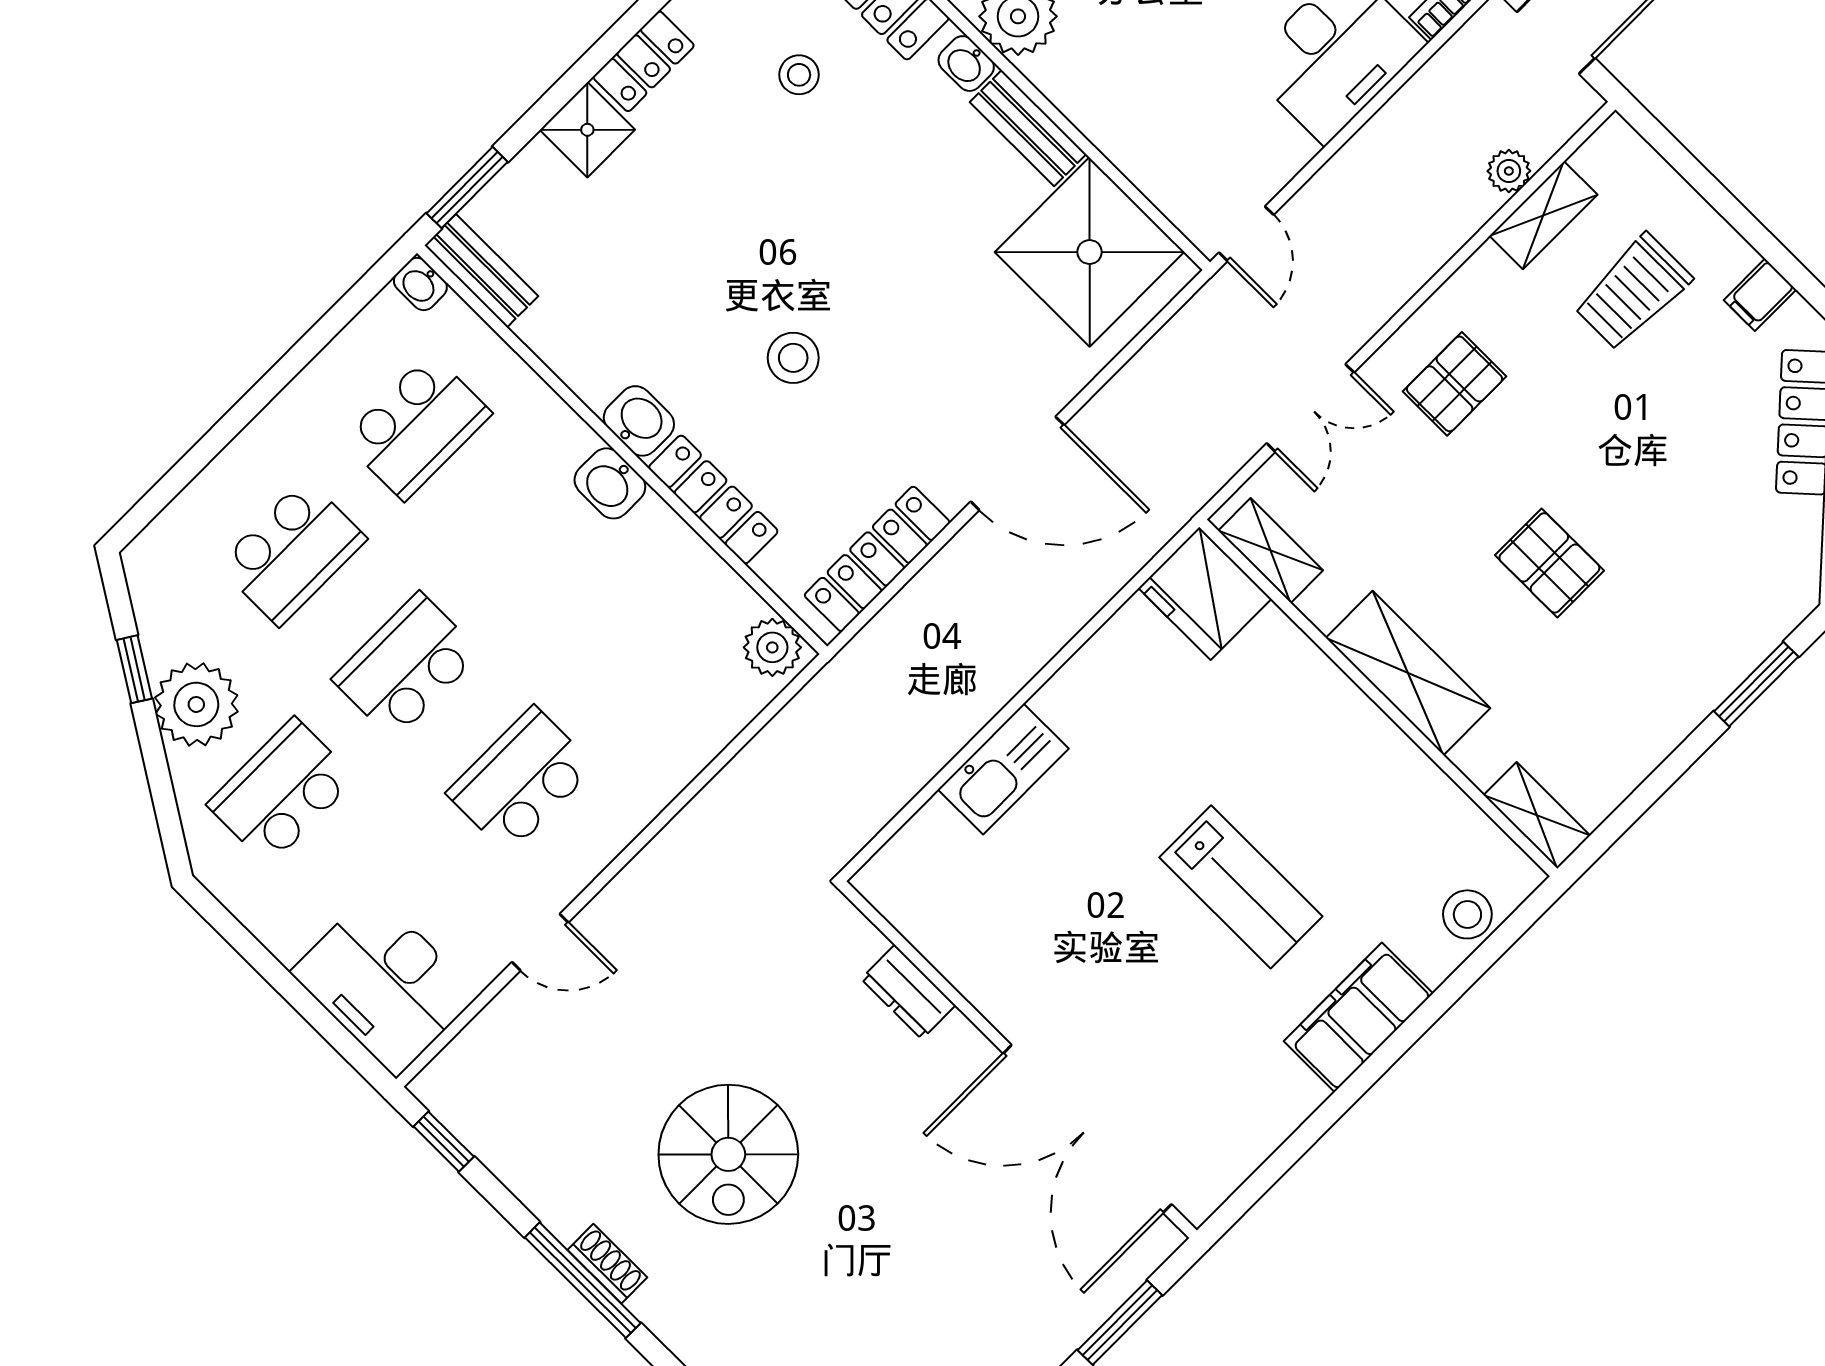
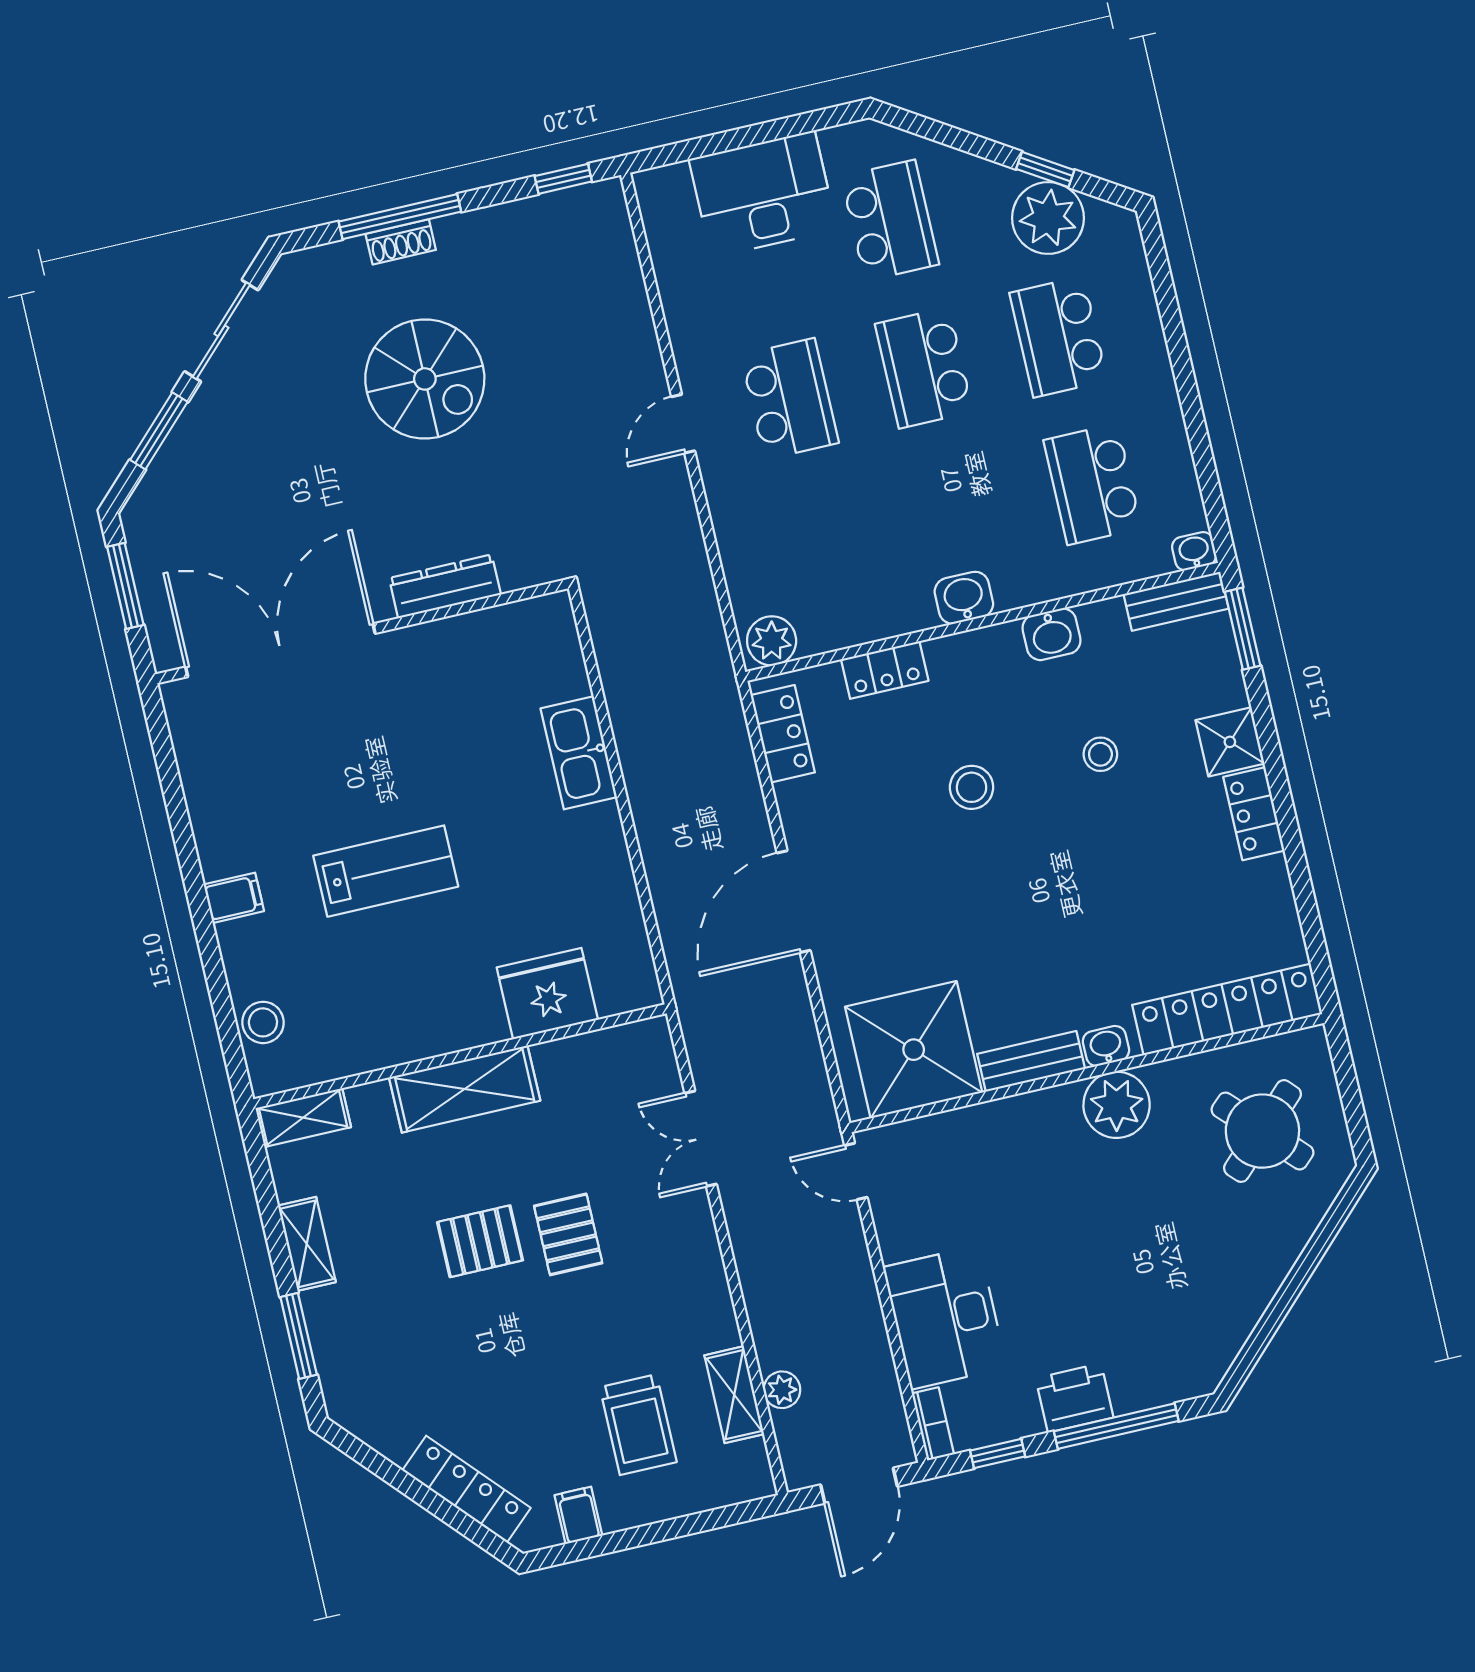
stool: (799, 75) -> (1100, 754), moved
trolley: (1633, 292) -> (638, 1425), turned 180
pallet: (1454, 384) -> (568, 1234), moved
washbasin: (639, 421) -> (1051, 634), moved
locker: (713, 499) -> (885, 670), width x0.66
shelving: (1271, 551) -> (307, 1244), moved, turned 90
locker: (877, 559) -> (783, 734), width x0.66
fridge: (1205, 594) -> (547, 994), moved
school desk: (407, 666) -> (924, 368), turned 180
plant: (196, 704) -> (1048, 218), moved
lab bench: (1241, 887) -> (386, 871), turned 180
door: (540, 942) -> (683, 424), moved
desk: (384, 984) -> (763, 194), moved
dresser: (908, 992) -> (445, 586), width x1.44
filing cabinet: (1358, 1017) -> (234, 898), width x0.33, depth x0.86
spiral stairs: (728, 1154) -> (425, 379), turned 180

